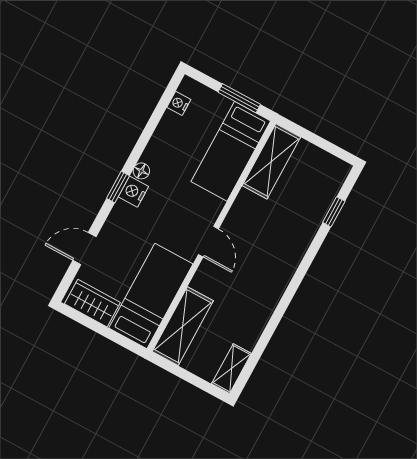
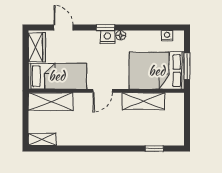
bed: (231, 151) -> (157, 71), width x1.50
shelving: (271, 161) -> (143, 101), moved

